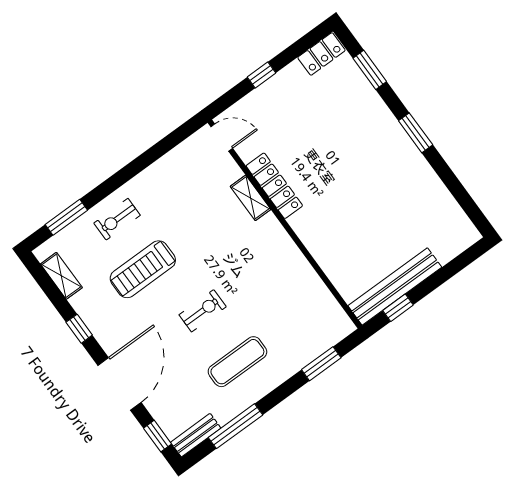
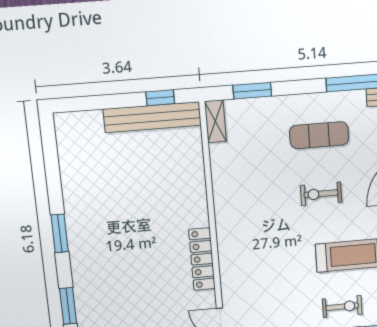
shelving: (250, 198) -> (215, 121), moved

